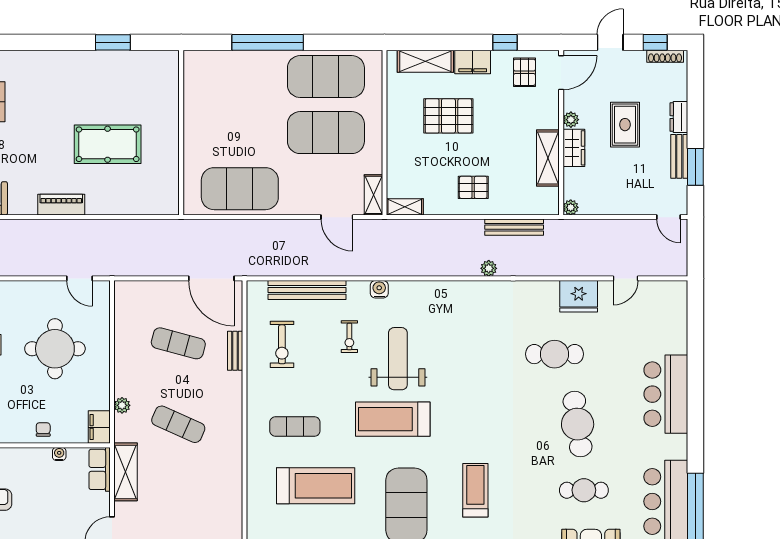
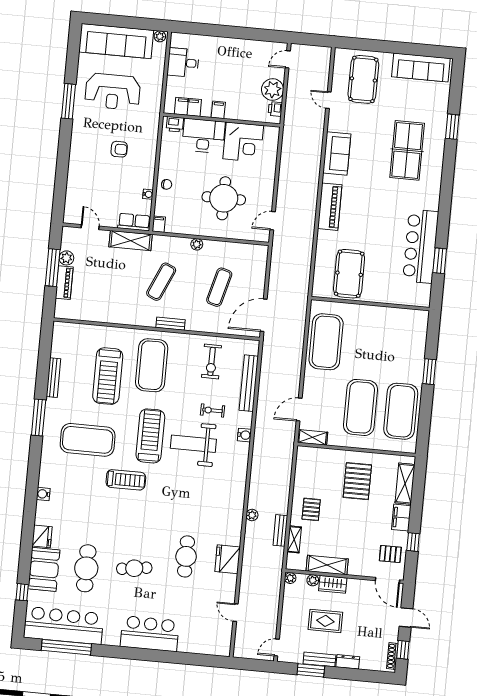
window: (268, 42) -> (429, 372), width x0.47
bar counter: (96, 71) -> (421, 246), added
pallet: (448, 116) -> (357, 481), moved
plant: (571, 120) -> (313, 580), moved
rug: (625, 125) -> (325, 621), moved
pool table: (108, 144) -> (349, 274), moved
piano: (61, 205) -> (330, 207), width x1.37, depth x1.33
shelving: (405, 207) -> (294, 539), moved
bench: (514, 227) -> (280, 530), width x0.73
fridge: (579, 296) -> (228, 559), moved
exercise bike: (282, 344) -> (212, 361), turned -90
bench: (235, 351) -> (171, 324), moved
weight bench: (398, 359) -> (193, 444), turned 180
plant: (122, 405) -> (197, 244), moved
cafe table: (578, 424) -> (134, 568), width x0.73, depth x0.74
exercise mat: (295, 426) -> (152, 365), width x2.00, depth x1.45
filing cabinet: (99, 427) -> (159, 224), width x0.50
treadmill: (475, 490) -> (126, 480), moved
cafe table: (584, 490) -> (86, 568), width x1.37, depth x1.35

